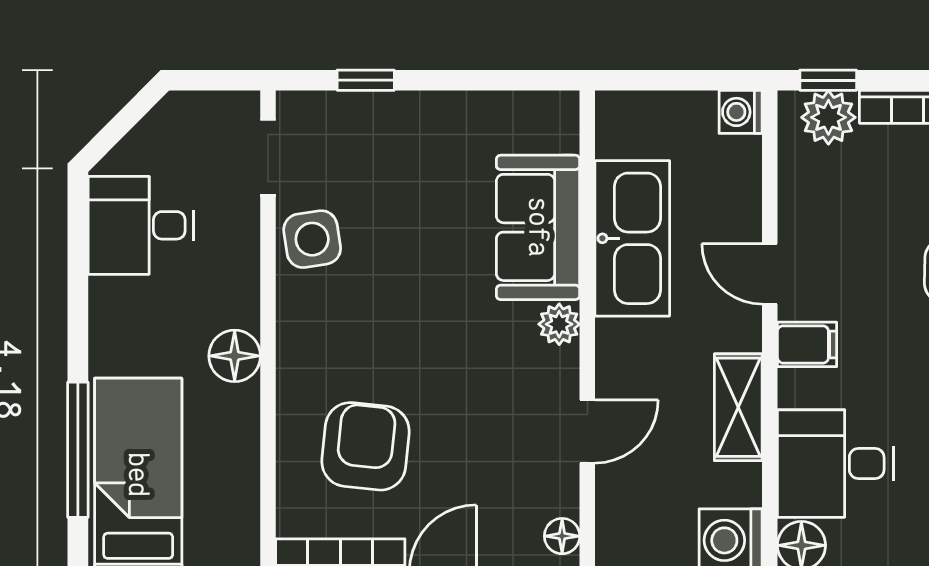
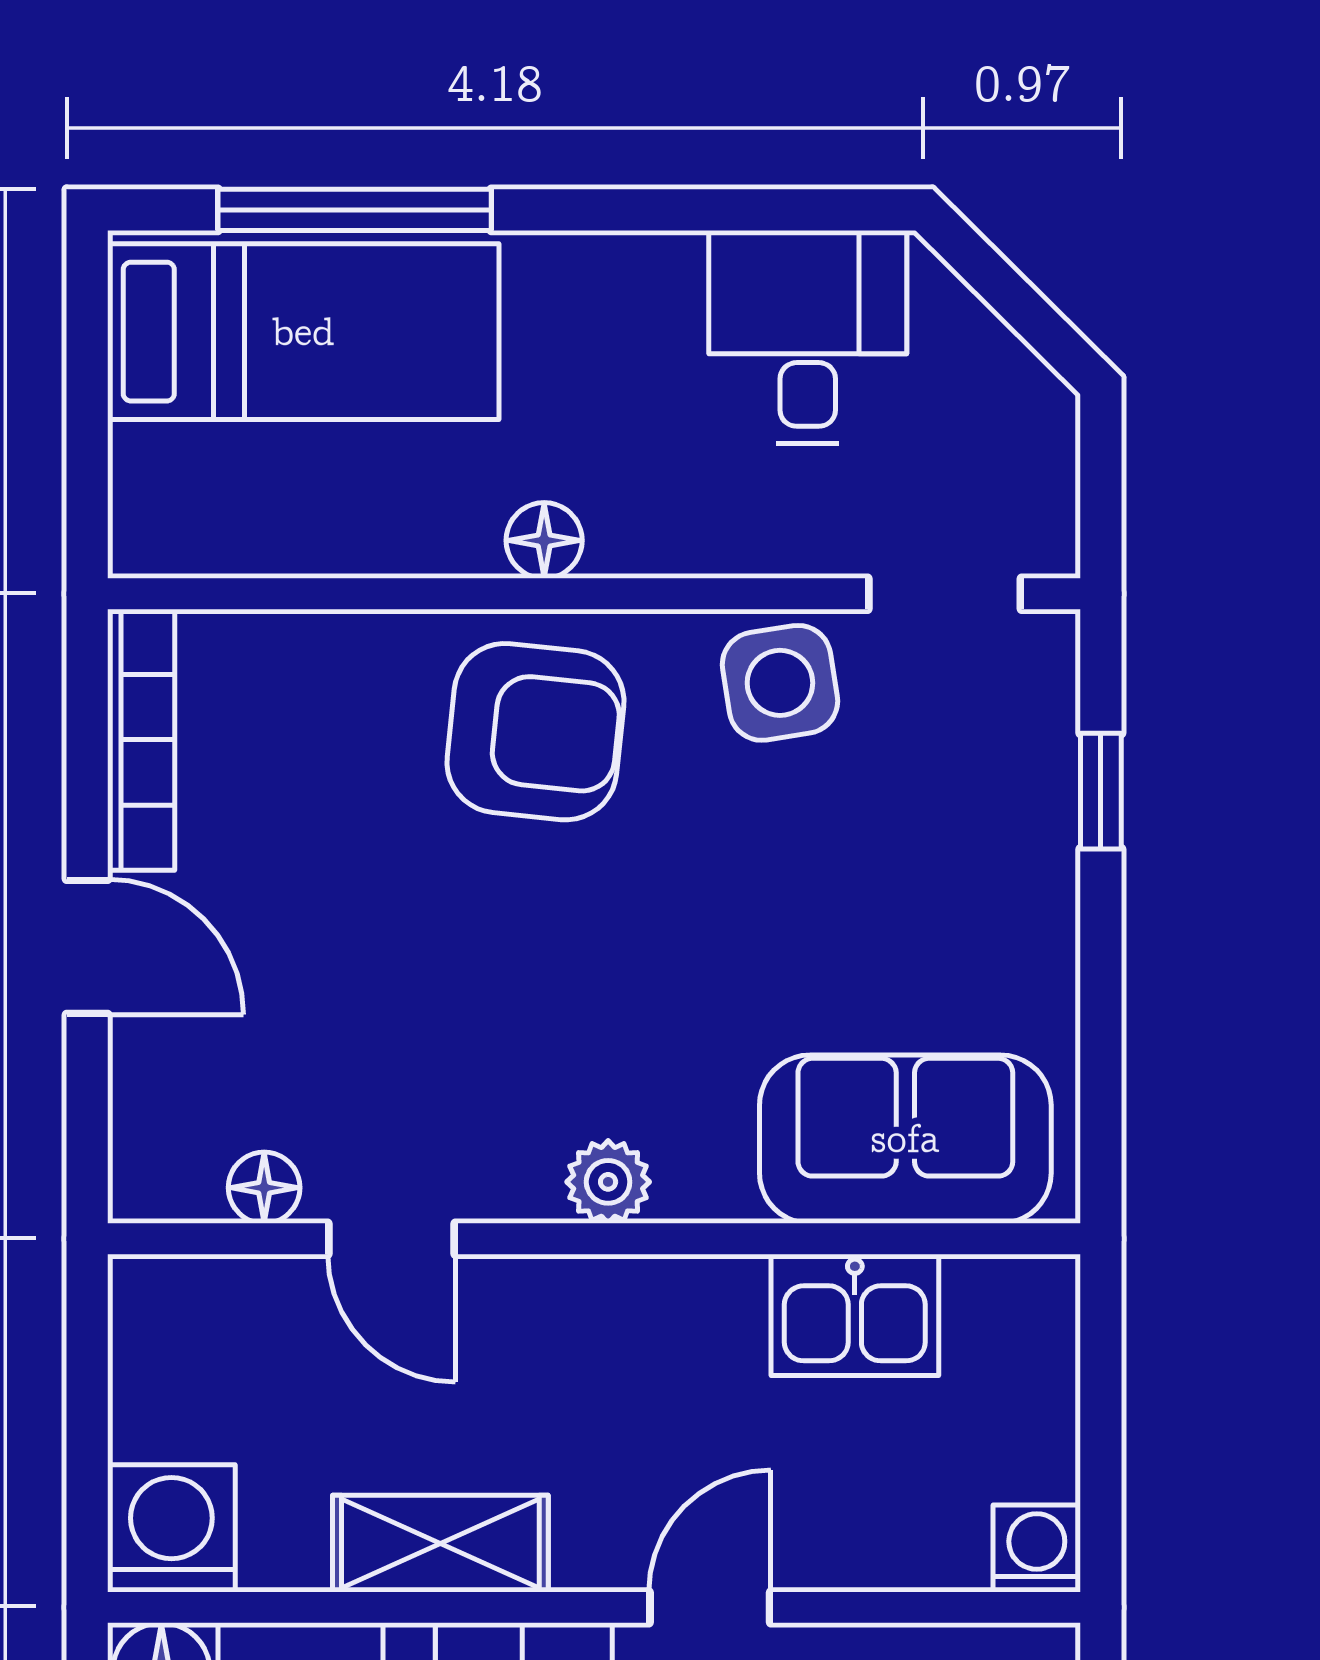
sofa: (538, 227) -> (905, 1139), moved
kitchen sink: (632, 238) -> (855, 1315), width x0.53, depth x0.81
floor lamp: (235, 356) -> (544, 540), width x0.73, depth x0.73
armchair: (365, 446) -> (535, 732), moved
floor lamp: (562, 536) -> (264, 1188), moved

